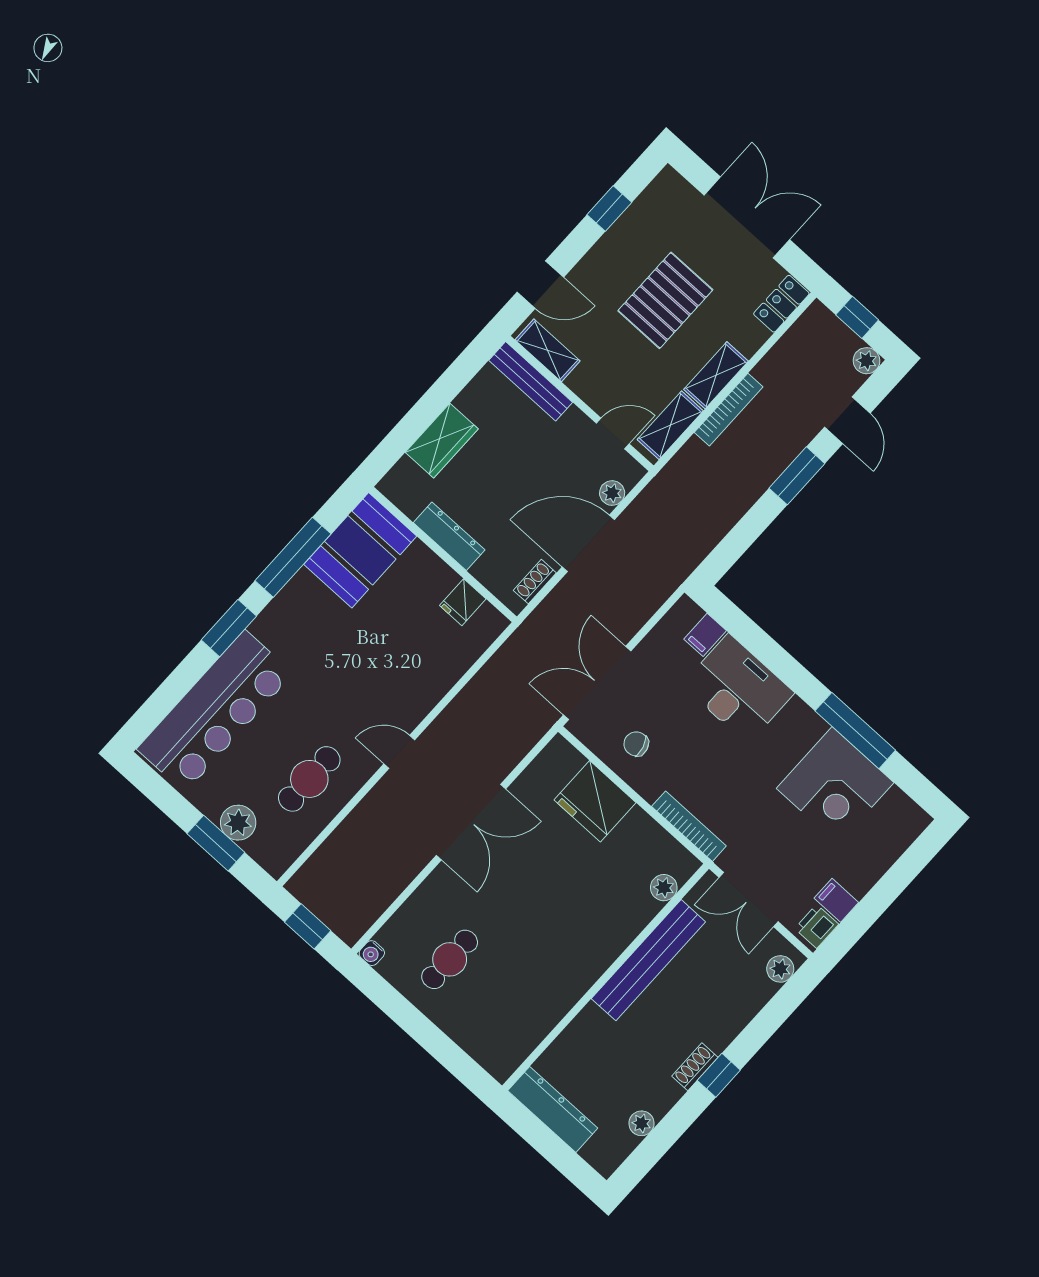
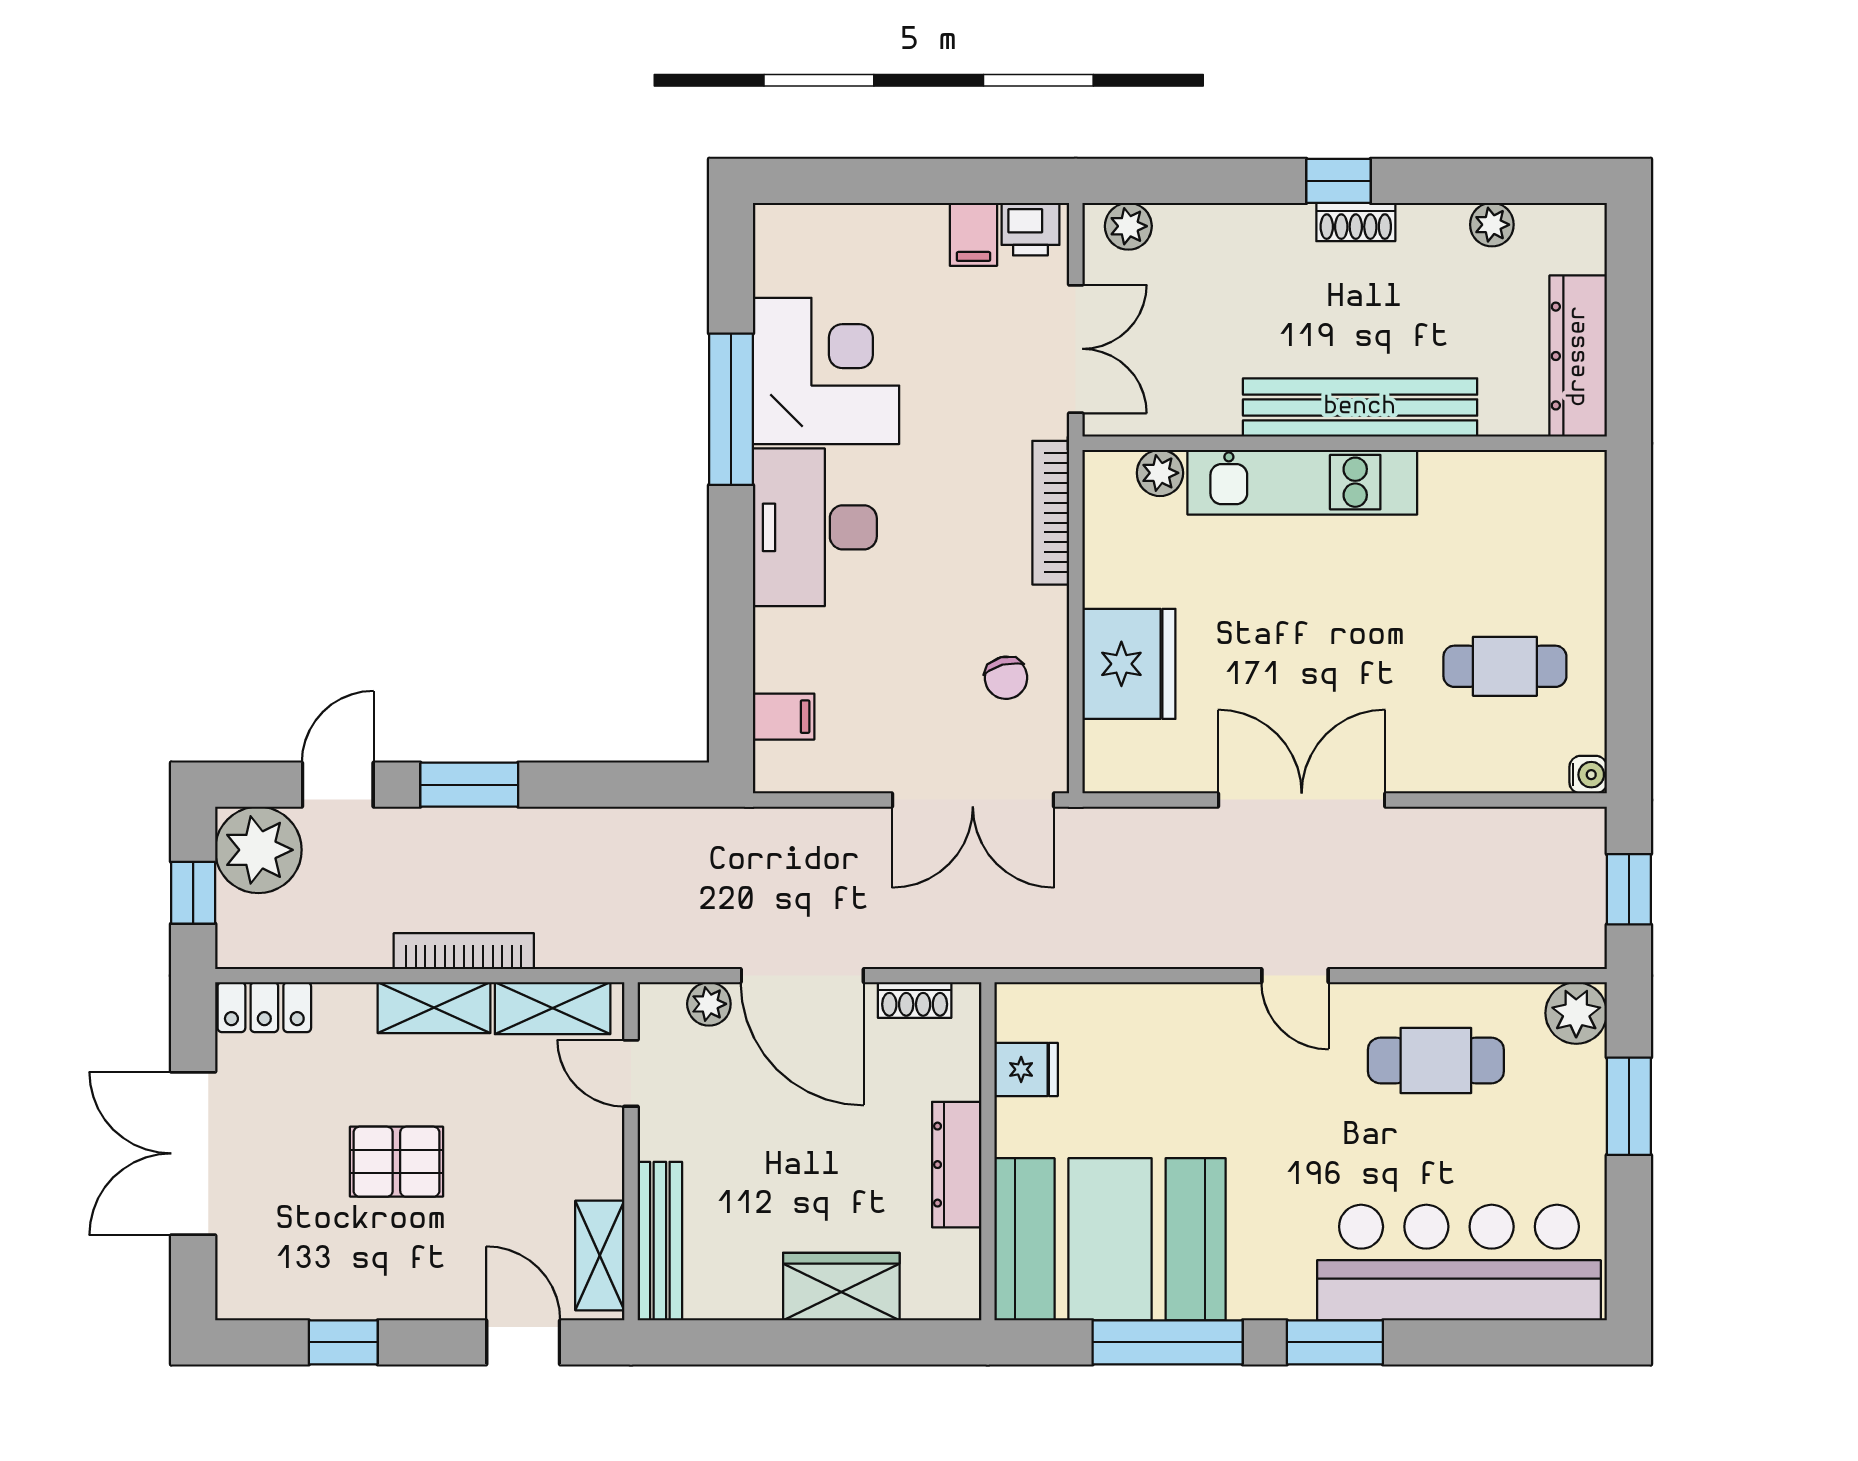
pallet: (665, 300) -> (396, 1162), width x0.67, depth x0.71
plant: (867, 361) -> (258, 850), width x1.88, depth x1.88
booth: (360, 550) -> (1110, 1239), width x1.36, depth x1.42
desk: (738, 689) -> (815, 527), moved
plant: (238, 823) -> (1576, 1013), moved
kitchen unit: (605, 944) -> (1302, 482), added
bench: (648, 960) -> (1360, 407), moved

